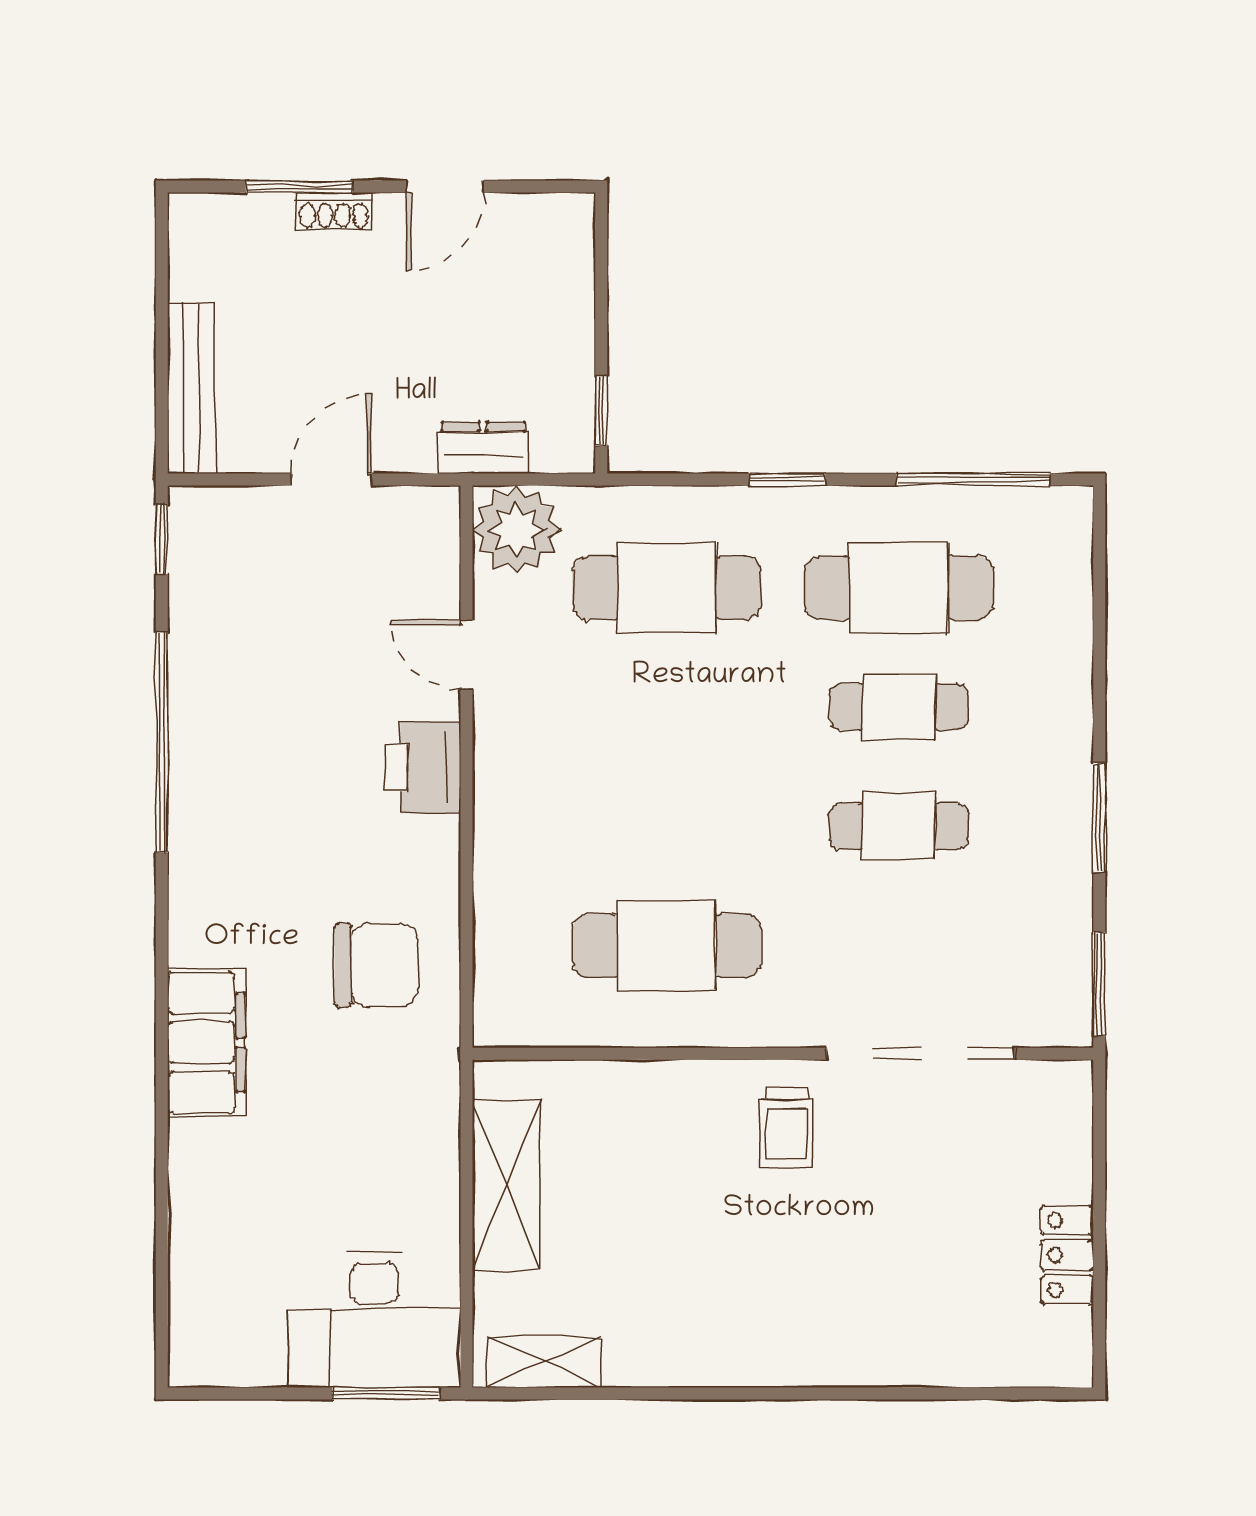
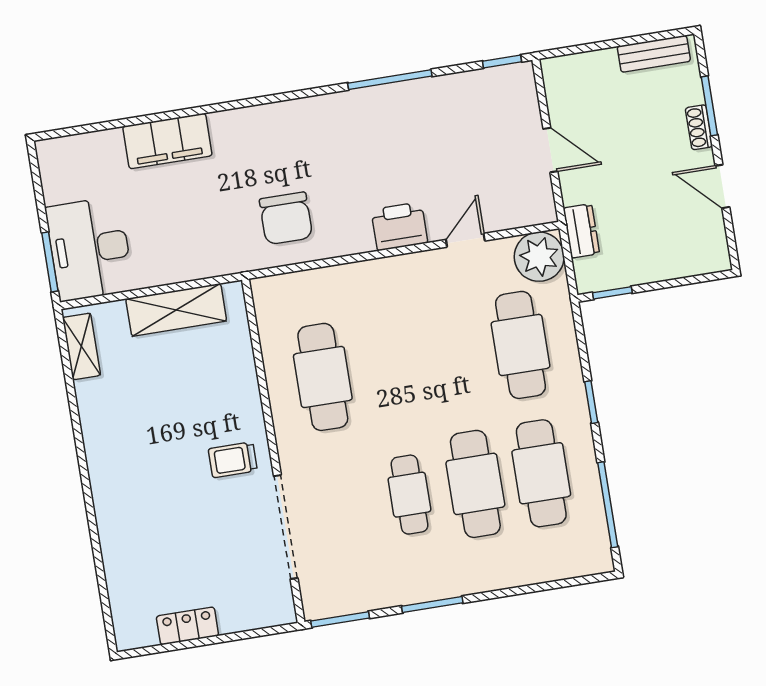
bench: (191, 388) -> (654, 54), moved, width x0.73
cafe table: (899, 707) -> (475, 484), width x1.37, depth x1.35
window: (162, 742) -> (390, 80), width x0.68
filing cabinet: (206, 1042) -> (167, 141), moved

